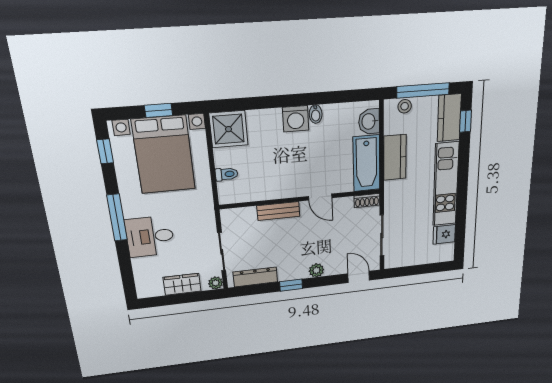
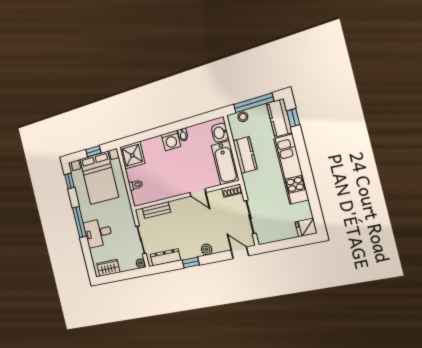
bench: (278, 211) -> (156, 210), moved
fridge: (444, 234) -> (306, 228), moved
wardrobe: (182, 284) -> (108, 268), moved

